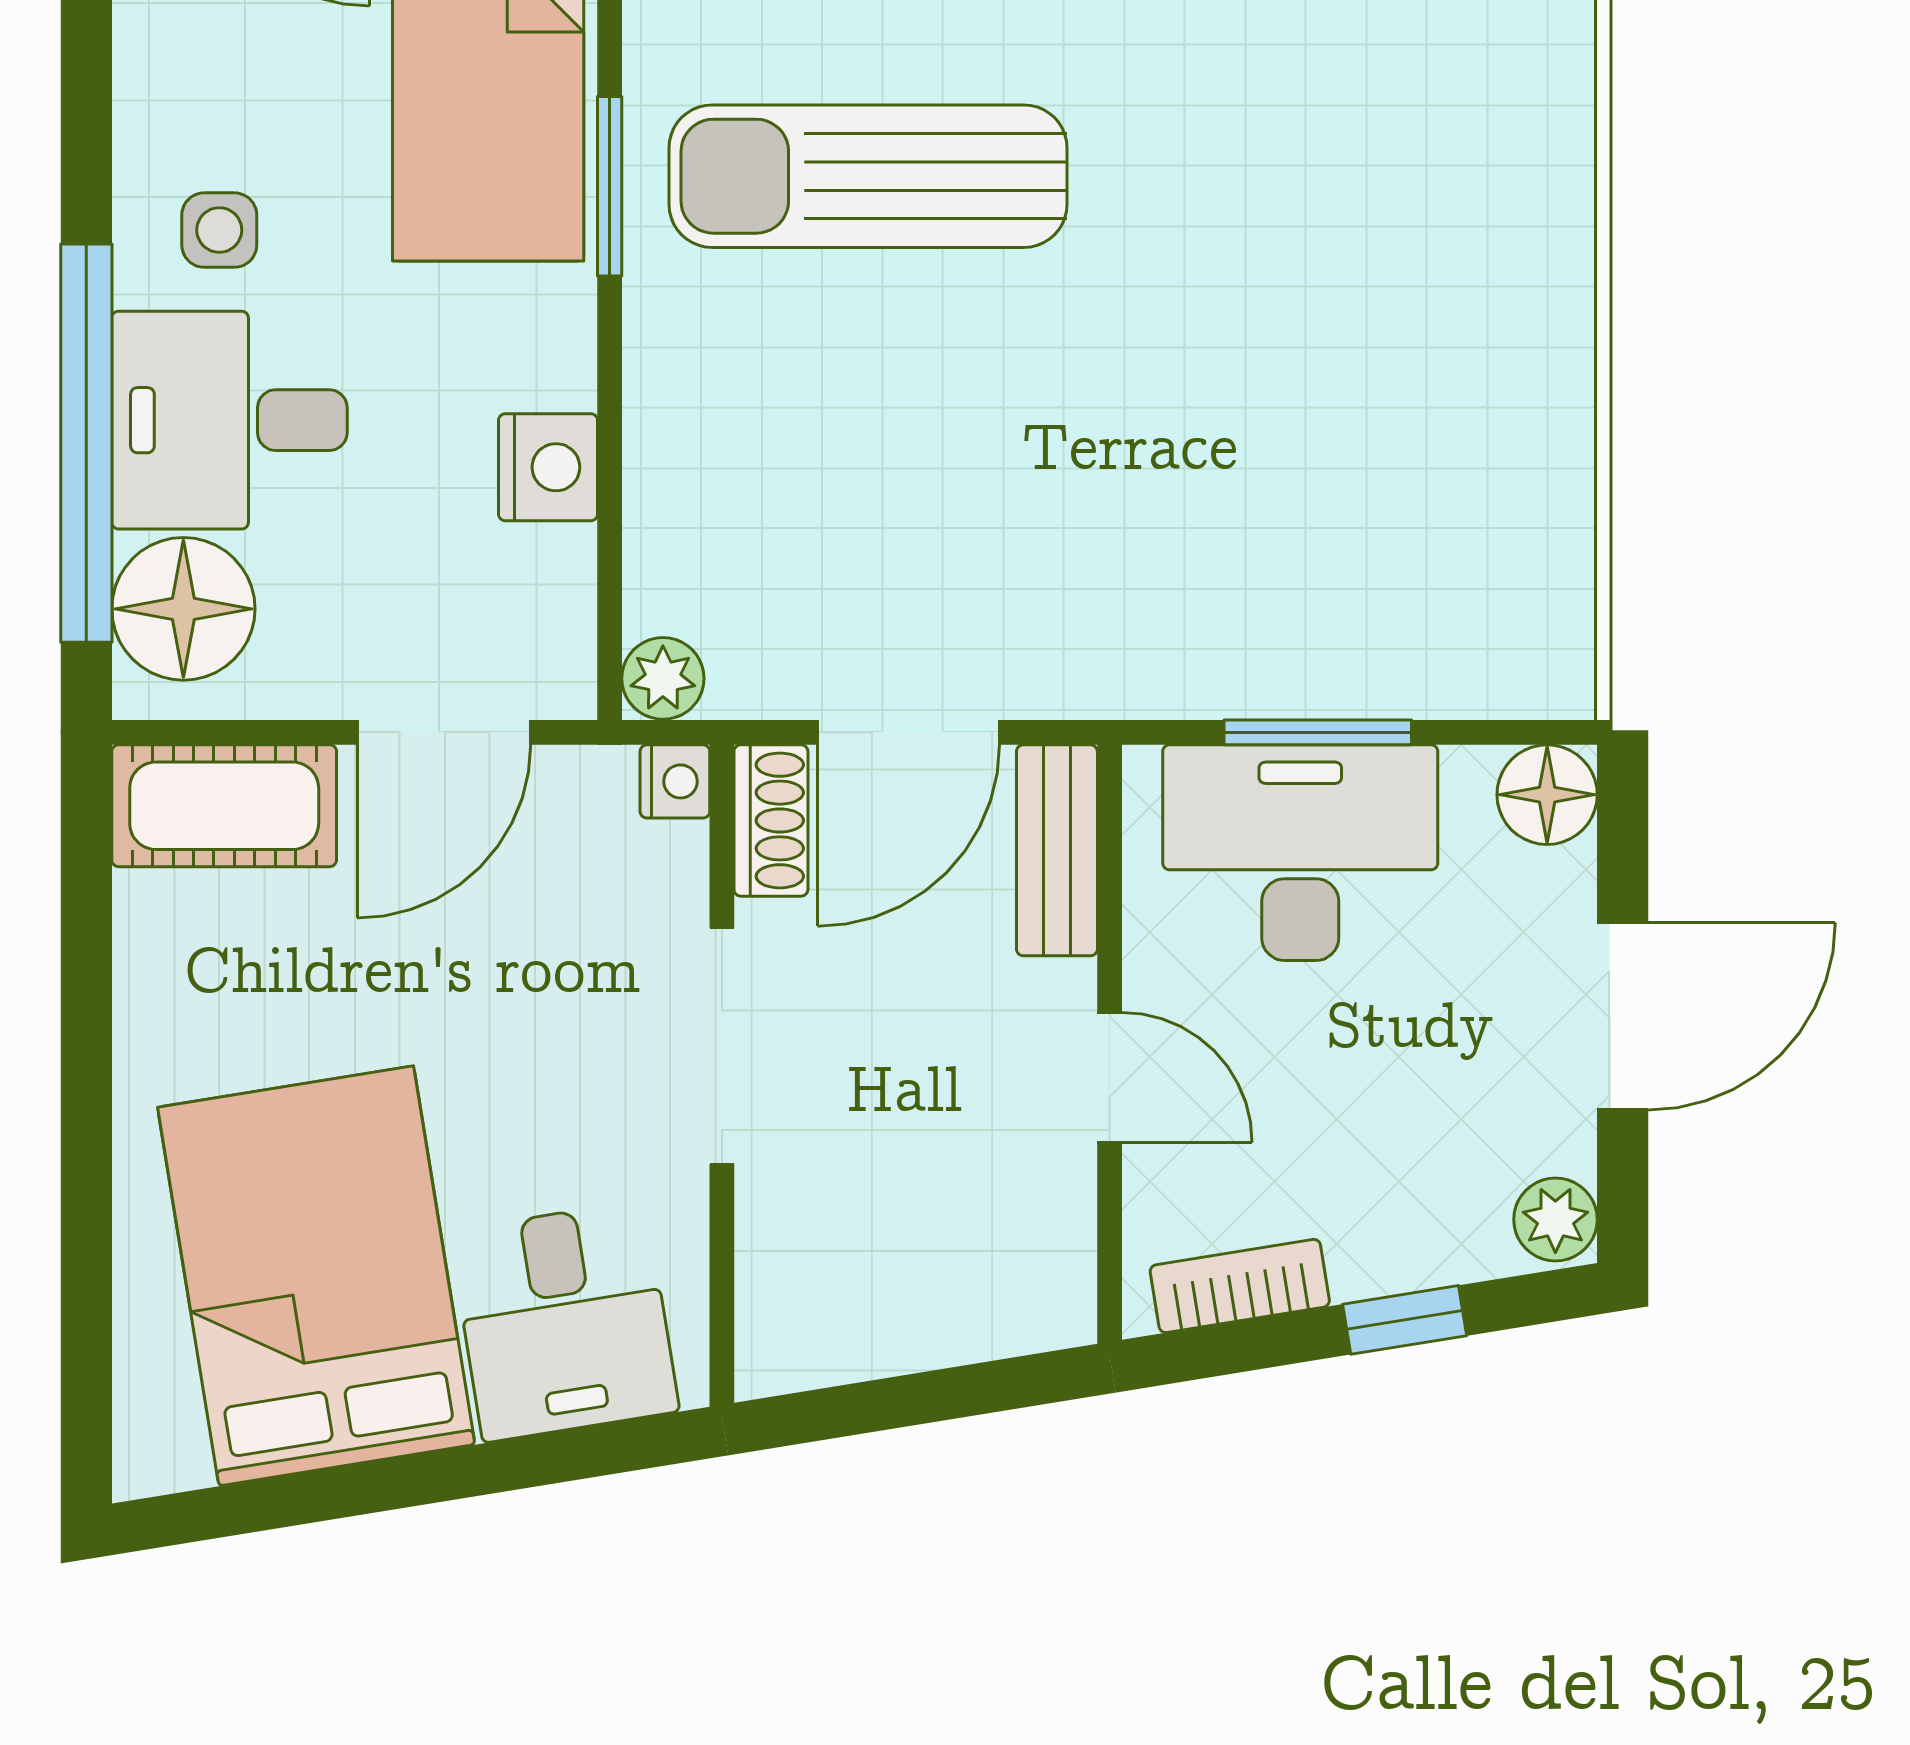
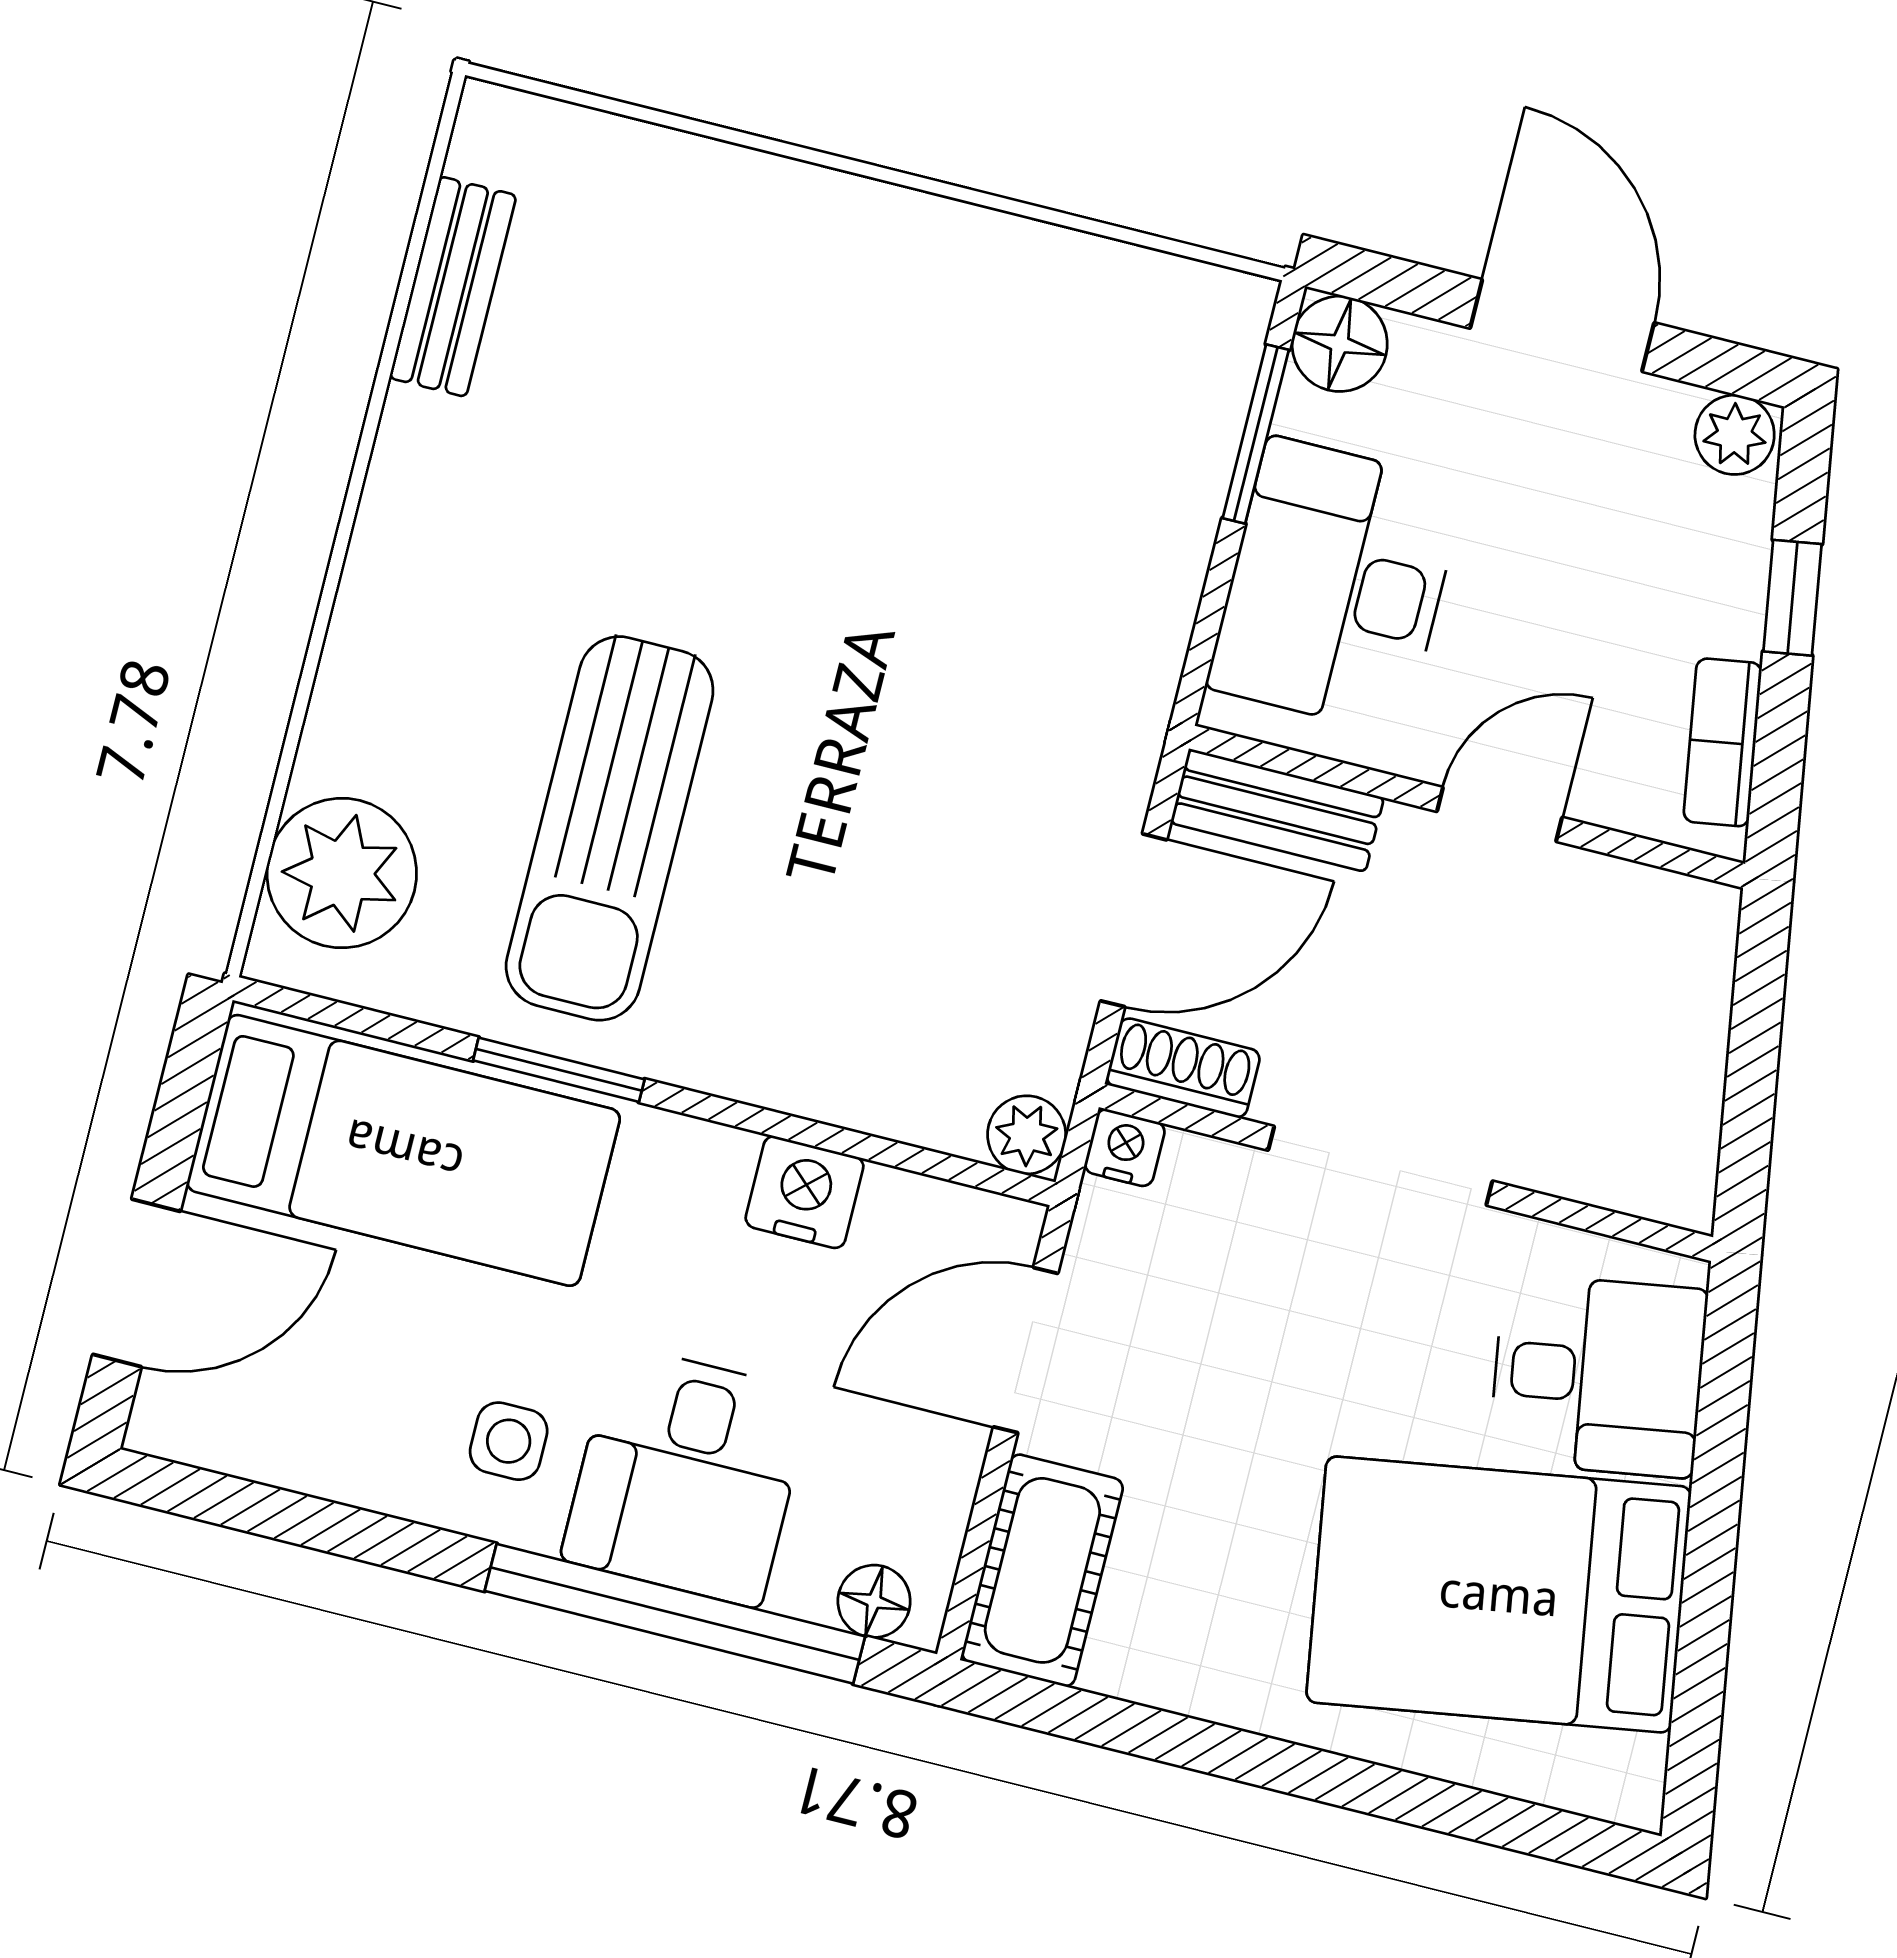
floor lamp: (183, 609) -> (874, 1601), width x0.53, depth x0.53
door: (444, 732) -> (1026, 1350), swing flipped
door: (908, 732) -> (1134, 920), hinge flipped
window: (1318, 732) -> (1256, 434), moved

